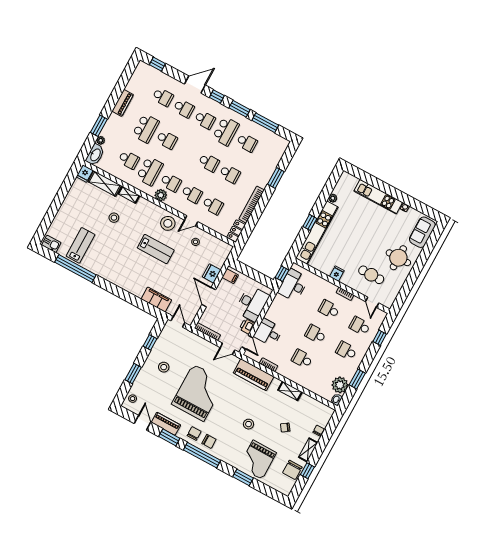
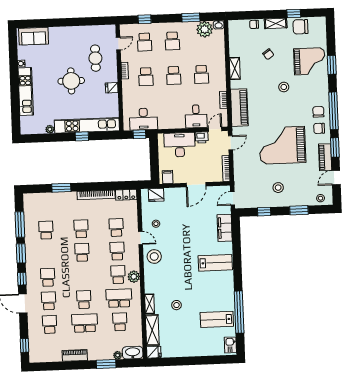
school desk: (226, 131) -> (47, 254), removed
lab bench: (156, 249) -> (215, 263), moved, turned 90
round table: (398, 258) -> (71, 81), moved
fridge: (212, 273) -> (156, 195), moved
door: (227, 349) -> (230, 143), hinge flipped
chair: (292, 470) -> (300, 27), turned 180

